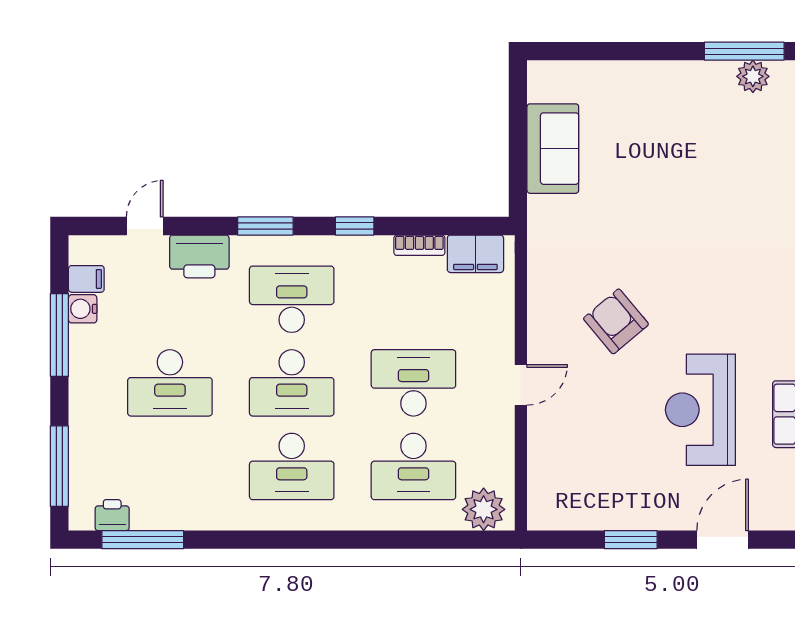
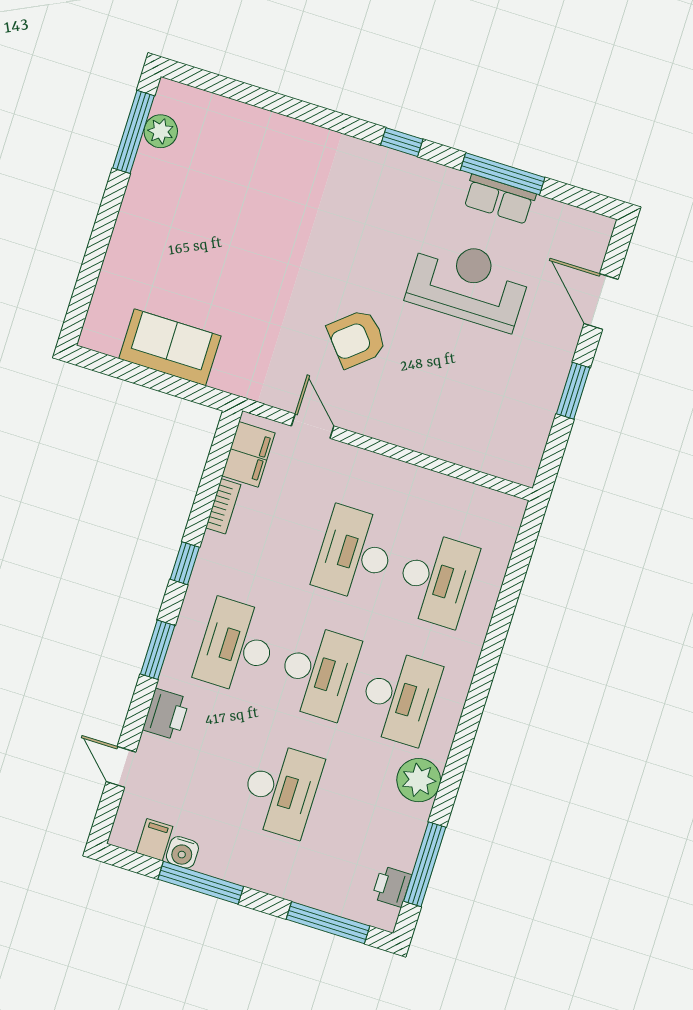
printer: (199, 256) -> (166, 714), width x0.73, depth x0.84
door: (521, 385) -> (313, 426), moved
reception desk: (700, 410) -> (468, 283), turned 180
plant: (484, 509) -> (419, 780), moved

